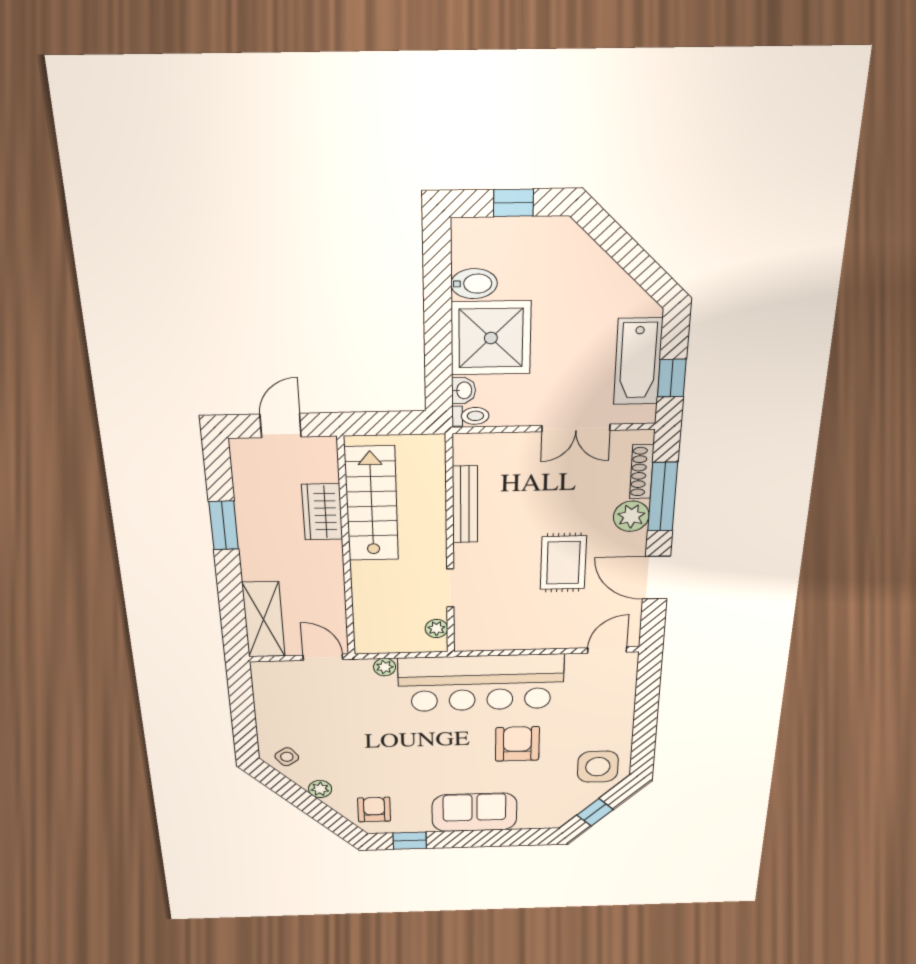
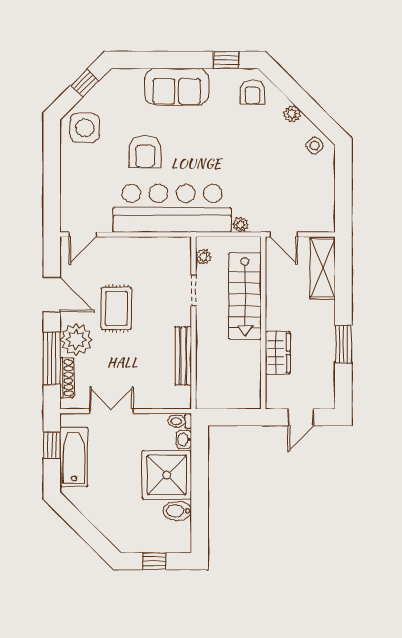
stairs: (372, 504) -> (245, 296), moved
plant: (631, 516) -> (76, 340), width x1.36, depth x1.36

